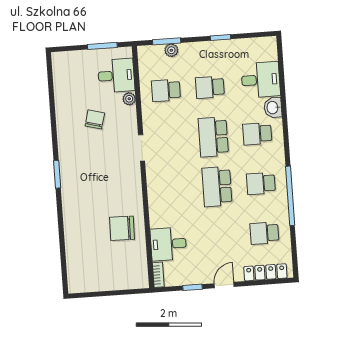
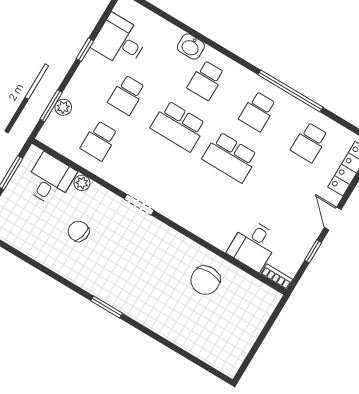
desk: (261, 80) -> (120, 41), moved, turned -90

